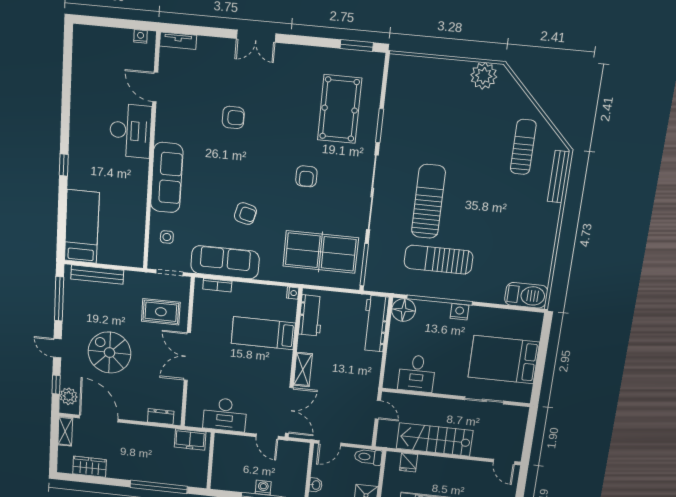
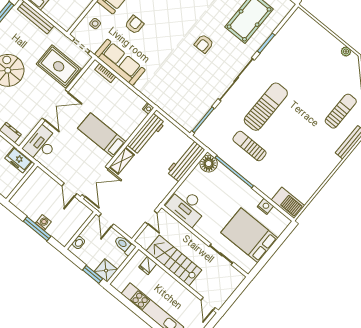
plant: (484, 76) -> (346, 51), width x0.53, depth x0.53
armchair: (245, 214) -> (134, 25), moved, turned -104
table tennis table: (321, 252) -> (182, 95), removed
sun lounger: (439, 260) -> (249, 146), width x0.73, depth x0.75
rug: (161, 312) -> (59, 66), width x1.36, depth x1.43
nightstand: (459, 312) -> (265, 206), moved
workbench: (311, 315) -> (146, 134), width x1.37
bed: (263, 333) -> (102, 135), moved
double door: (187, 357) -> (55, 105), swing flipped
desk: (417, 374) -> (187, 206), width x1.37
desk: (225, 415) -> (41, 144), moved, turned 90
door: (330, 443) -> (106, 220), hinge flipped

